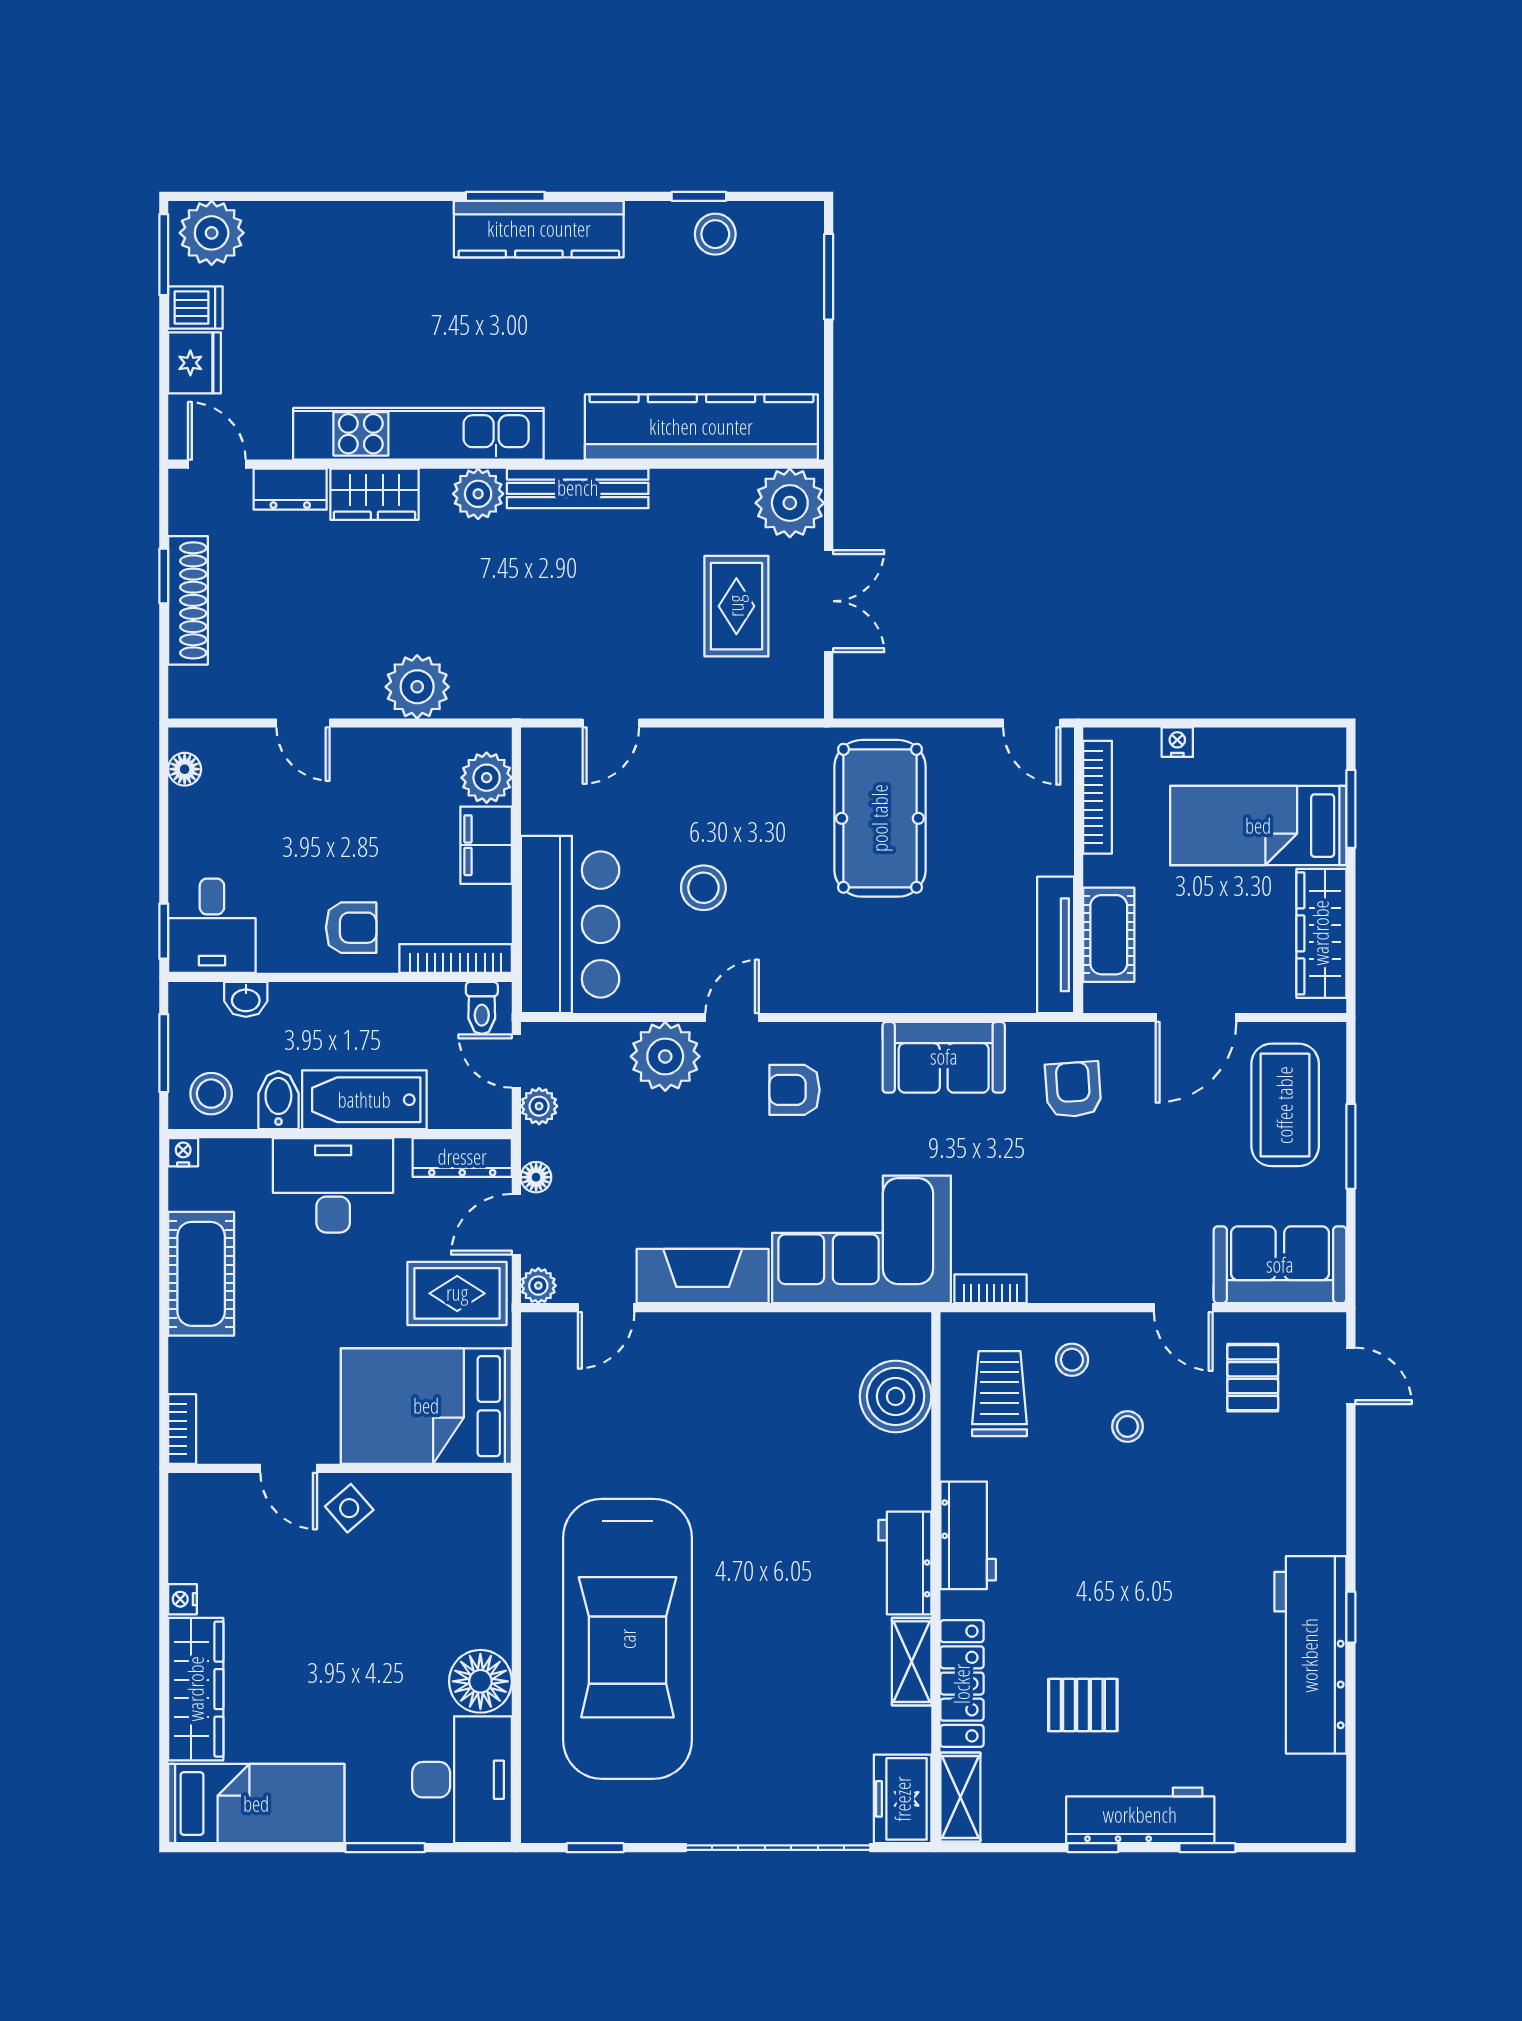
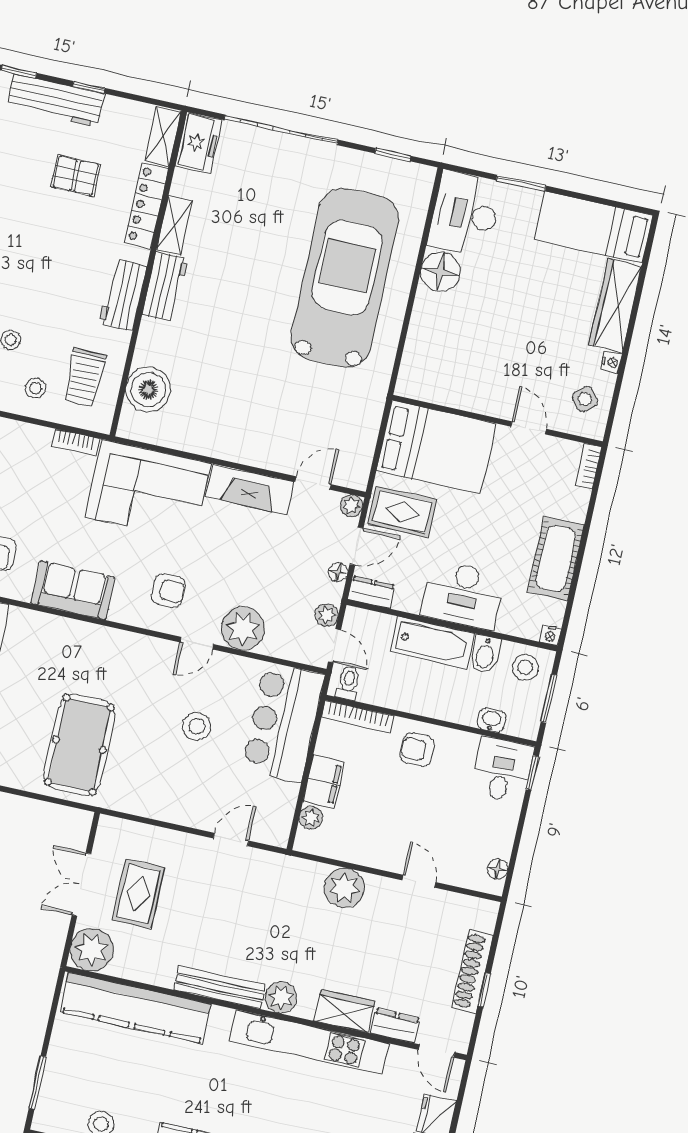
plant: (487, 778) -> (311, 818), width x0.73, depth x0.73
dresser: (462, 1157) -> (371, 592), width x0.70
side table: (349, 1508) -> (585, 399), moved

